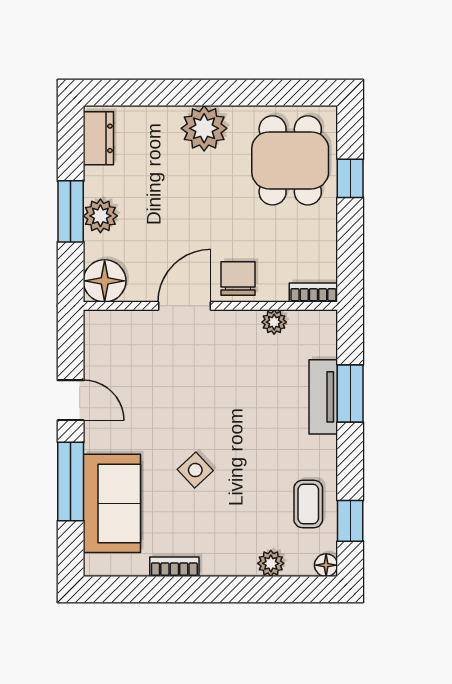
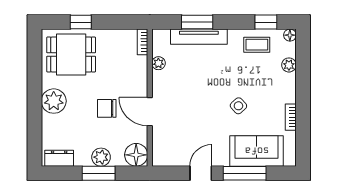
chair: (238, 278) -> (107, 108), moved
tv unit: (323, 397) -> (199, 37), width x1.41

